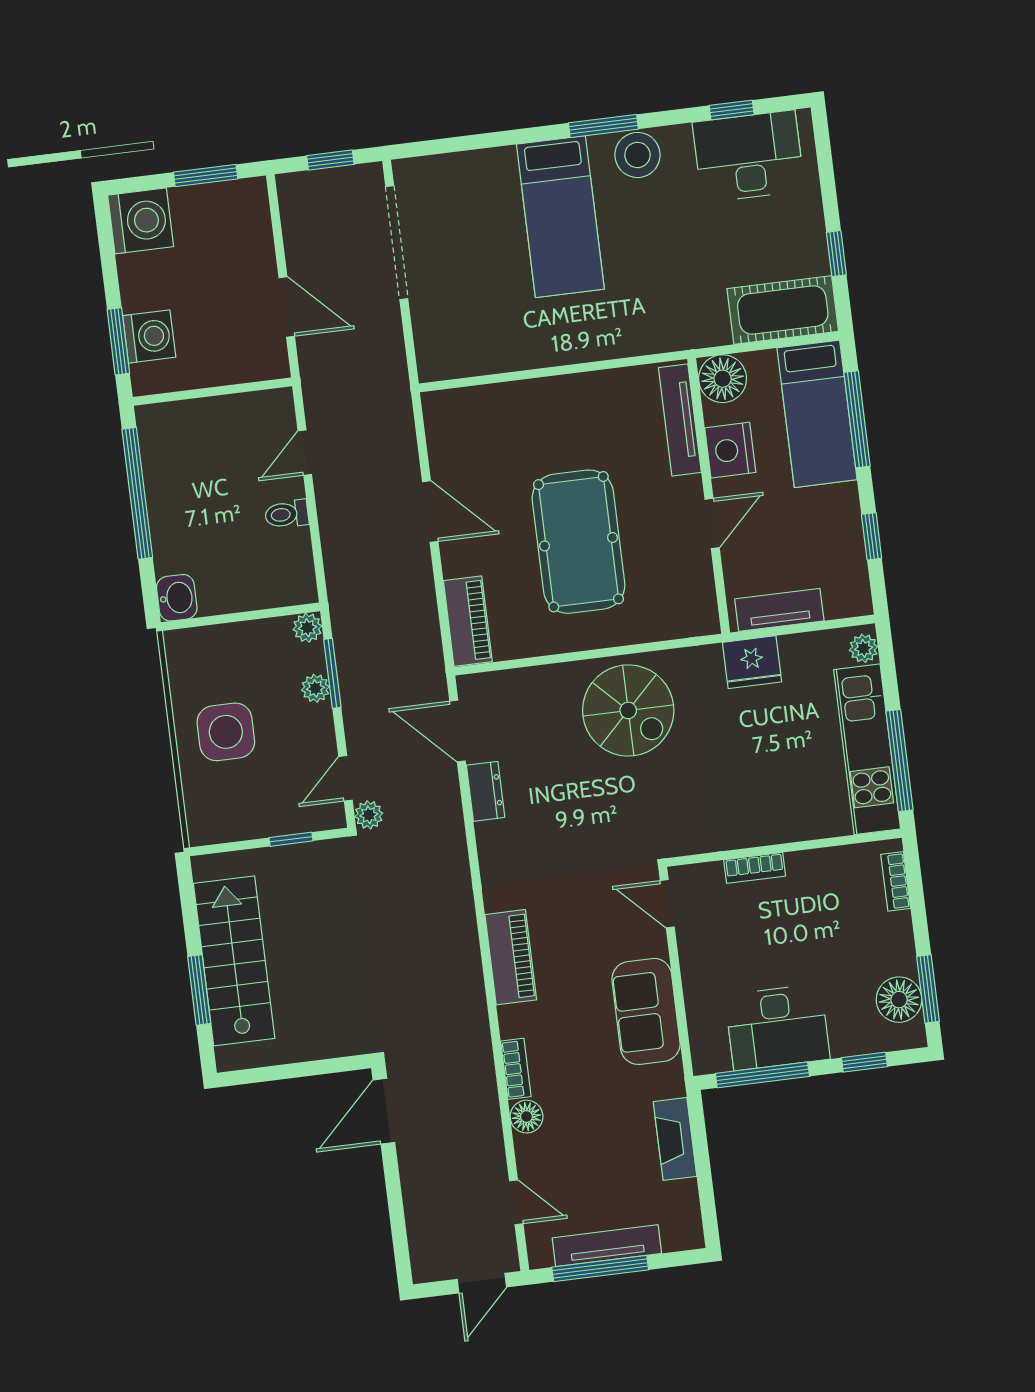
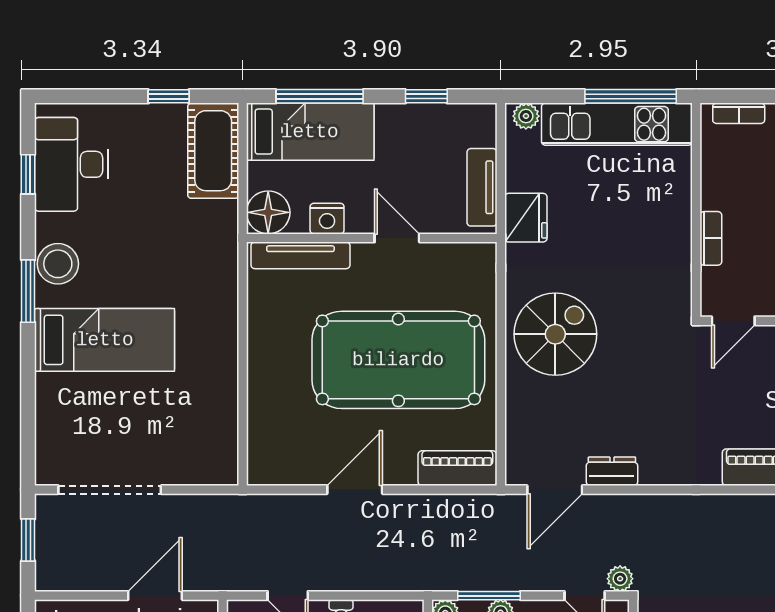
nightstand: (730, 450) -> (327, 219), width x0.74, depth x0.75
pool table: (579, 542) -> (398, 360), width x1.36, depth x1.32

